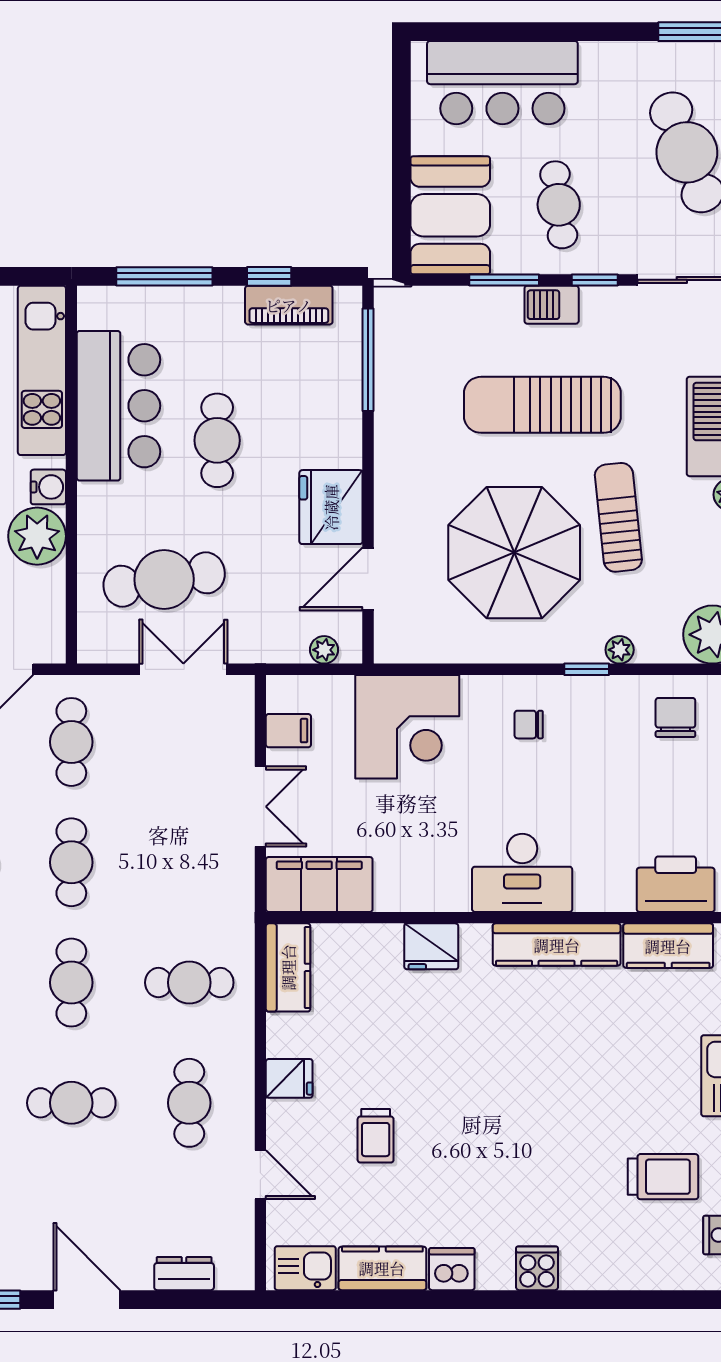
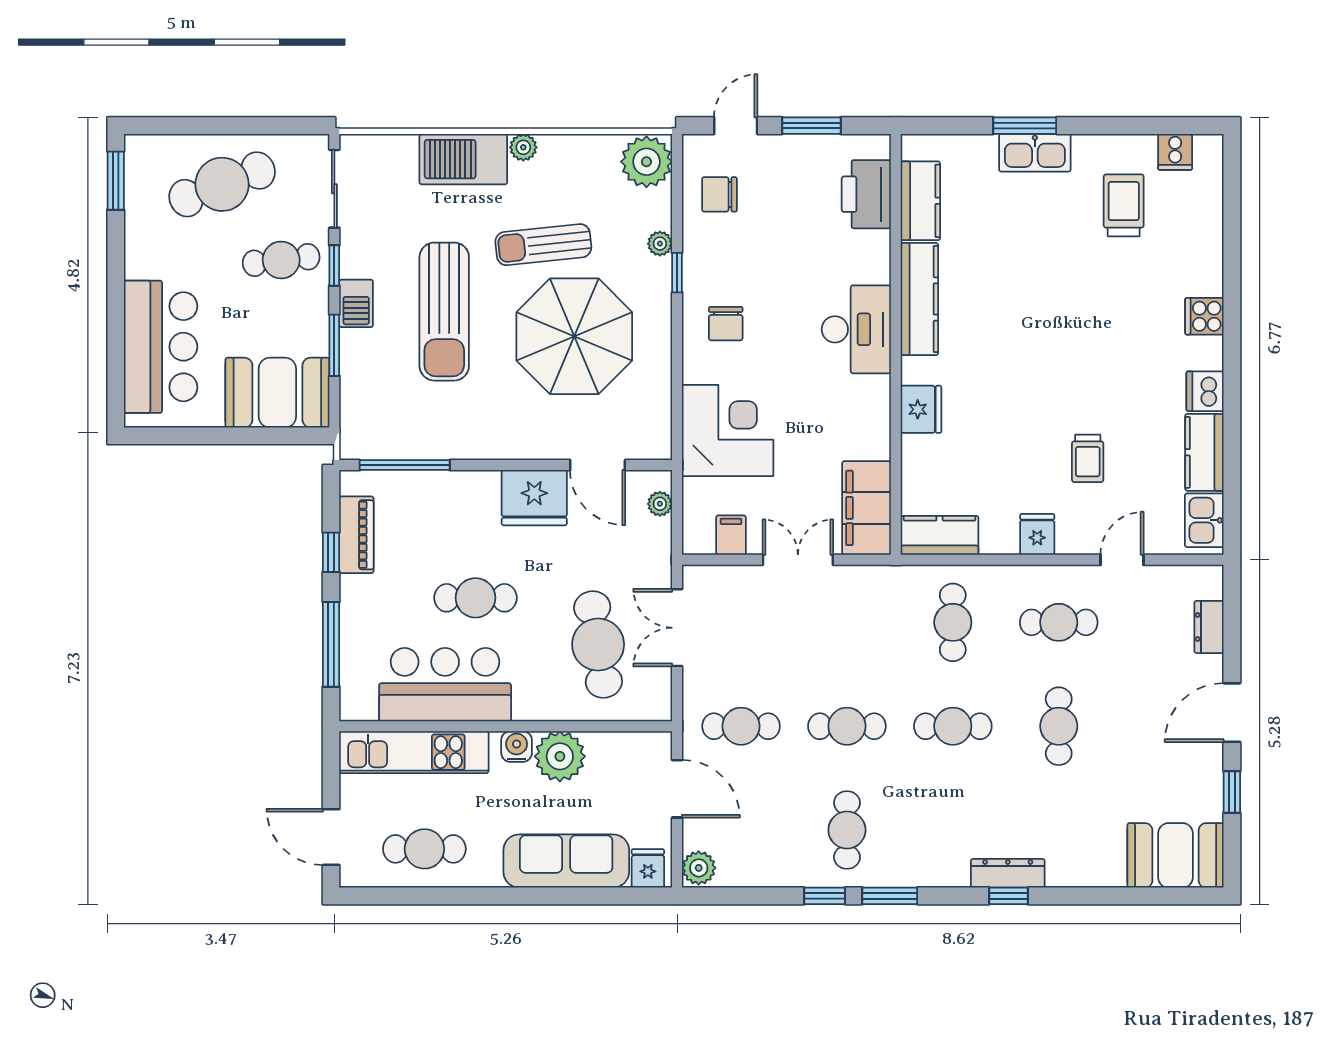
cafe table: (559, 205) -> (281, 260), moved
chair: (529, 725) -> (726, 324), width x1.37, depth x1.37
trolley: (376, 1136) -> (1088, 458), turned 90

